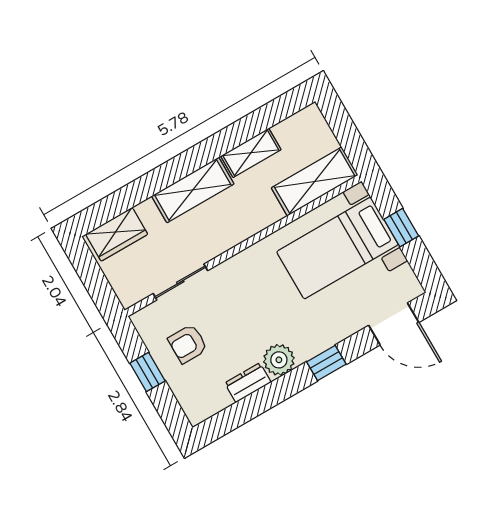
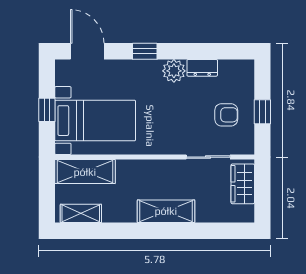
shelving: (251, 153) -> (81, 213), moved
wardrobe: (117, 234) -> (243, 184), moved, turned -90

